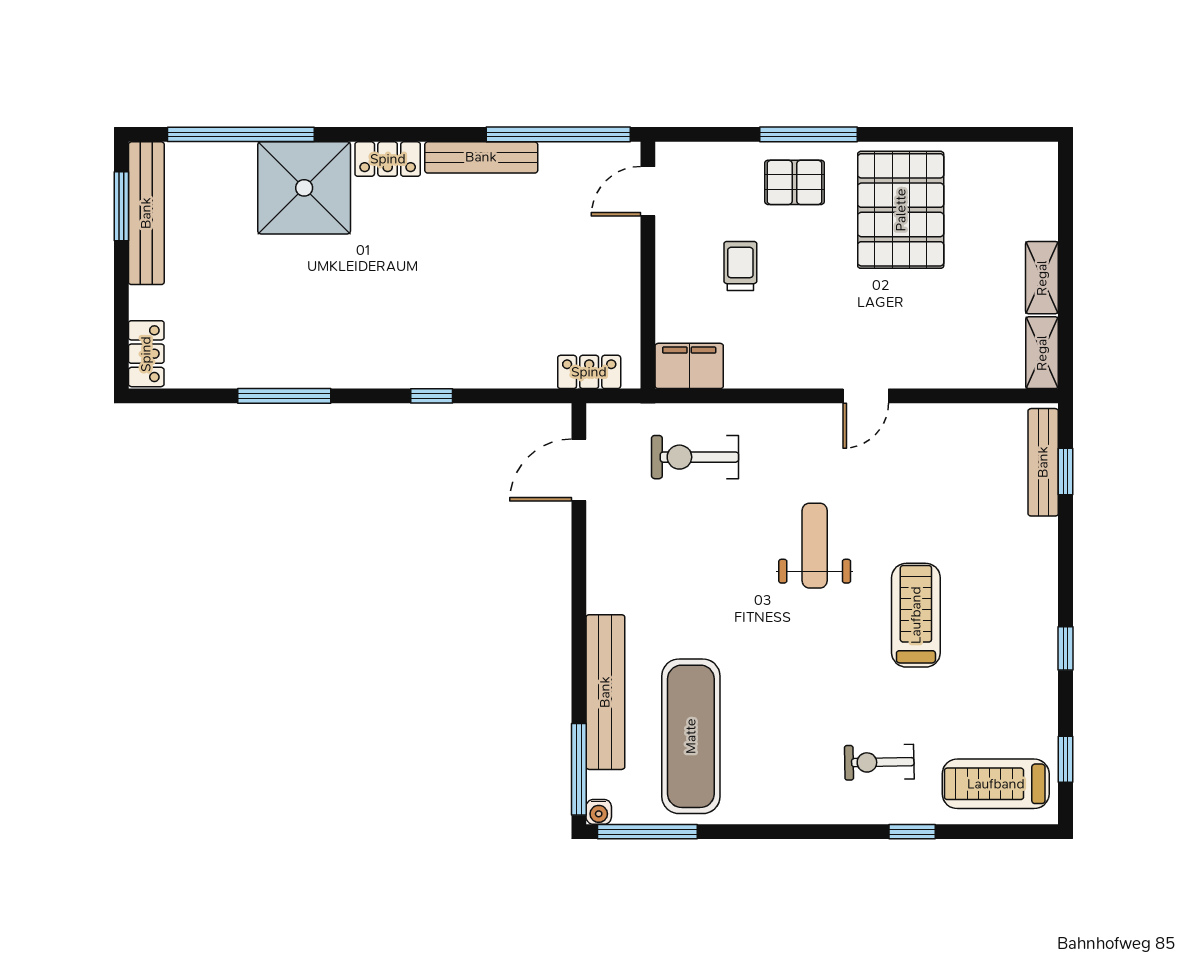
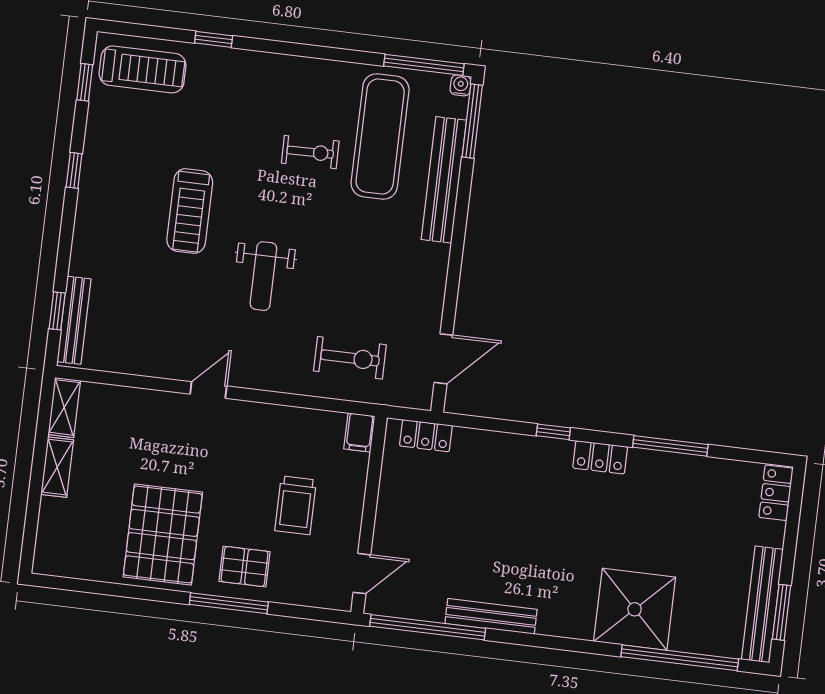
locker: (388, 159) -> (600, 457), moved, turned 180
trolley: (740, 266) -> (296, 505), width x1.36, depth x1.39
filing cabinet: (689, 366) -> (359, 432), width x0.50
exercise bike: (879, 762) -> (310, 152), moved

